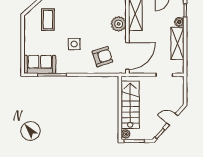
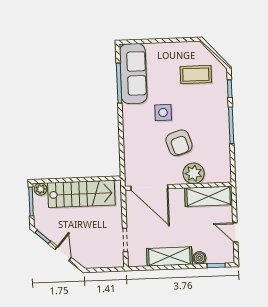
armchair: (102, 57) -> (179, 143), moved
sofa: (40, 64) -> (133, 74), width x1.36

